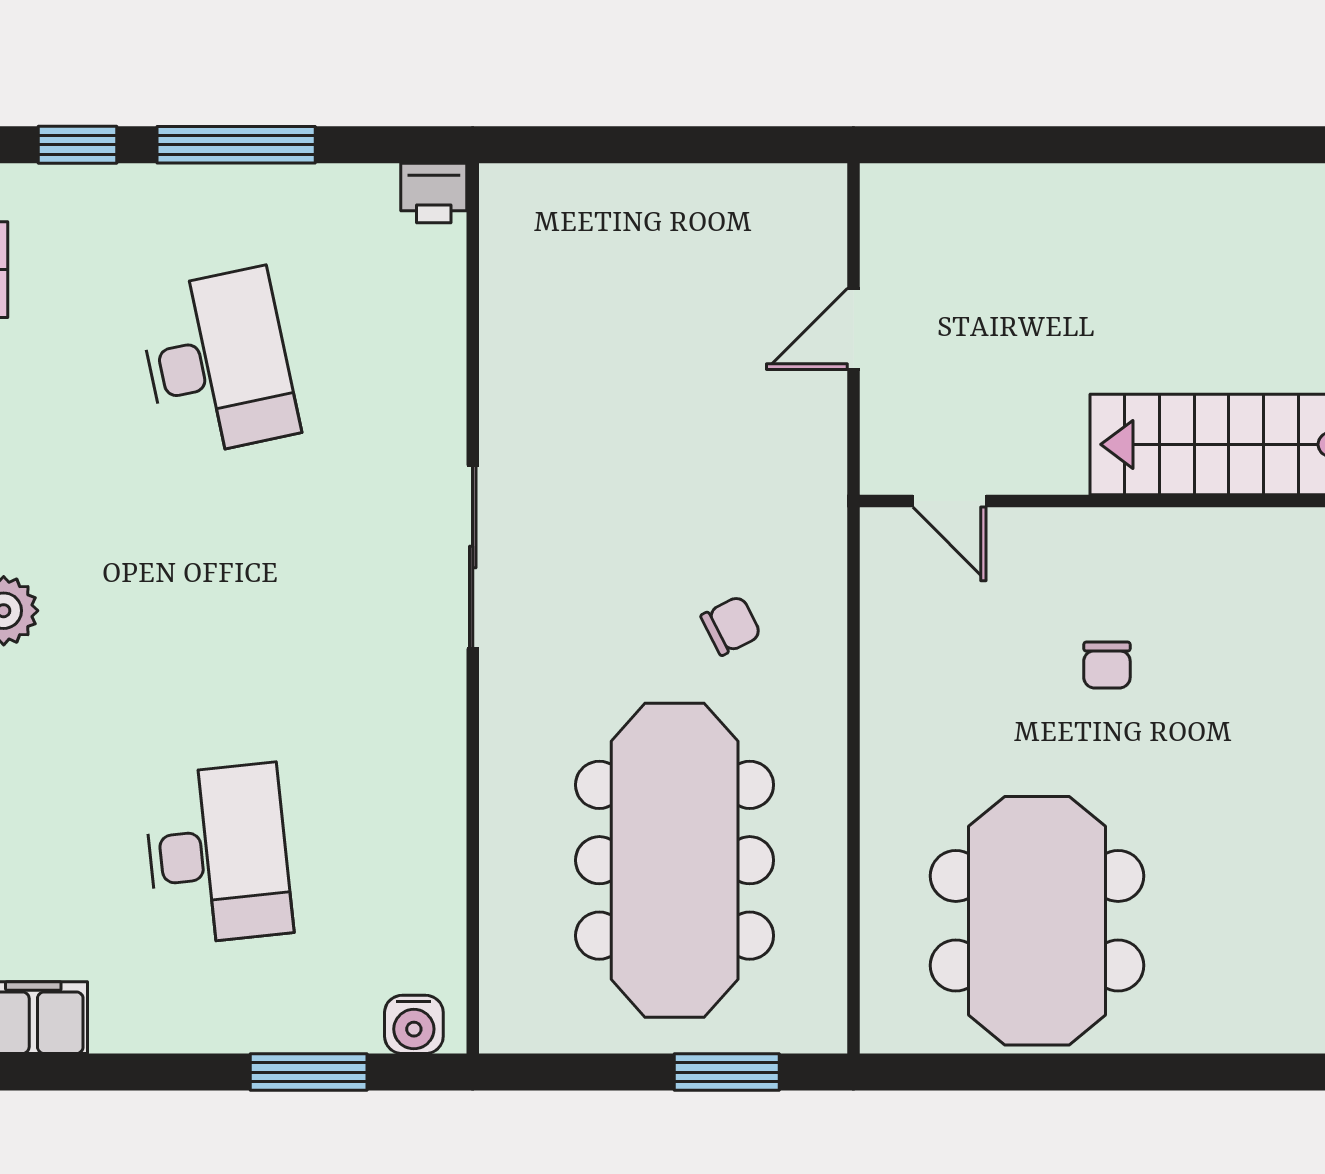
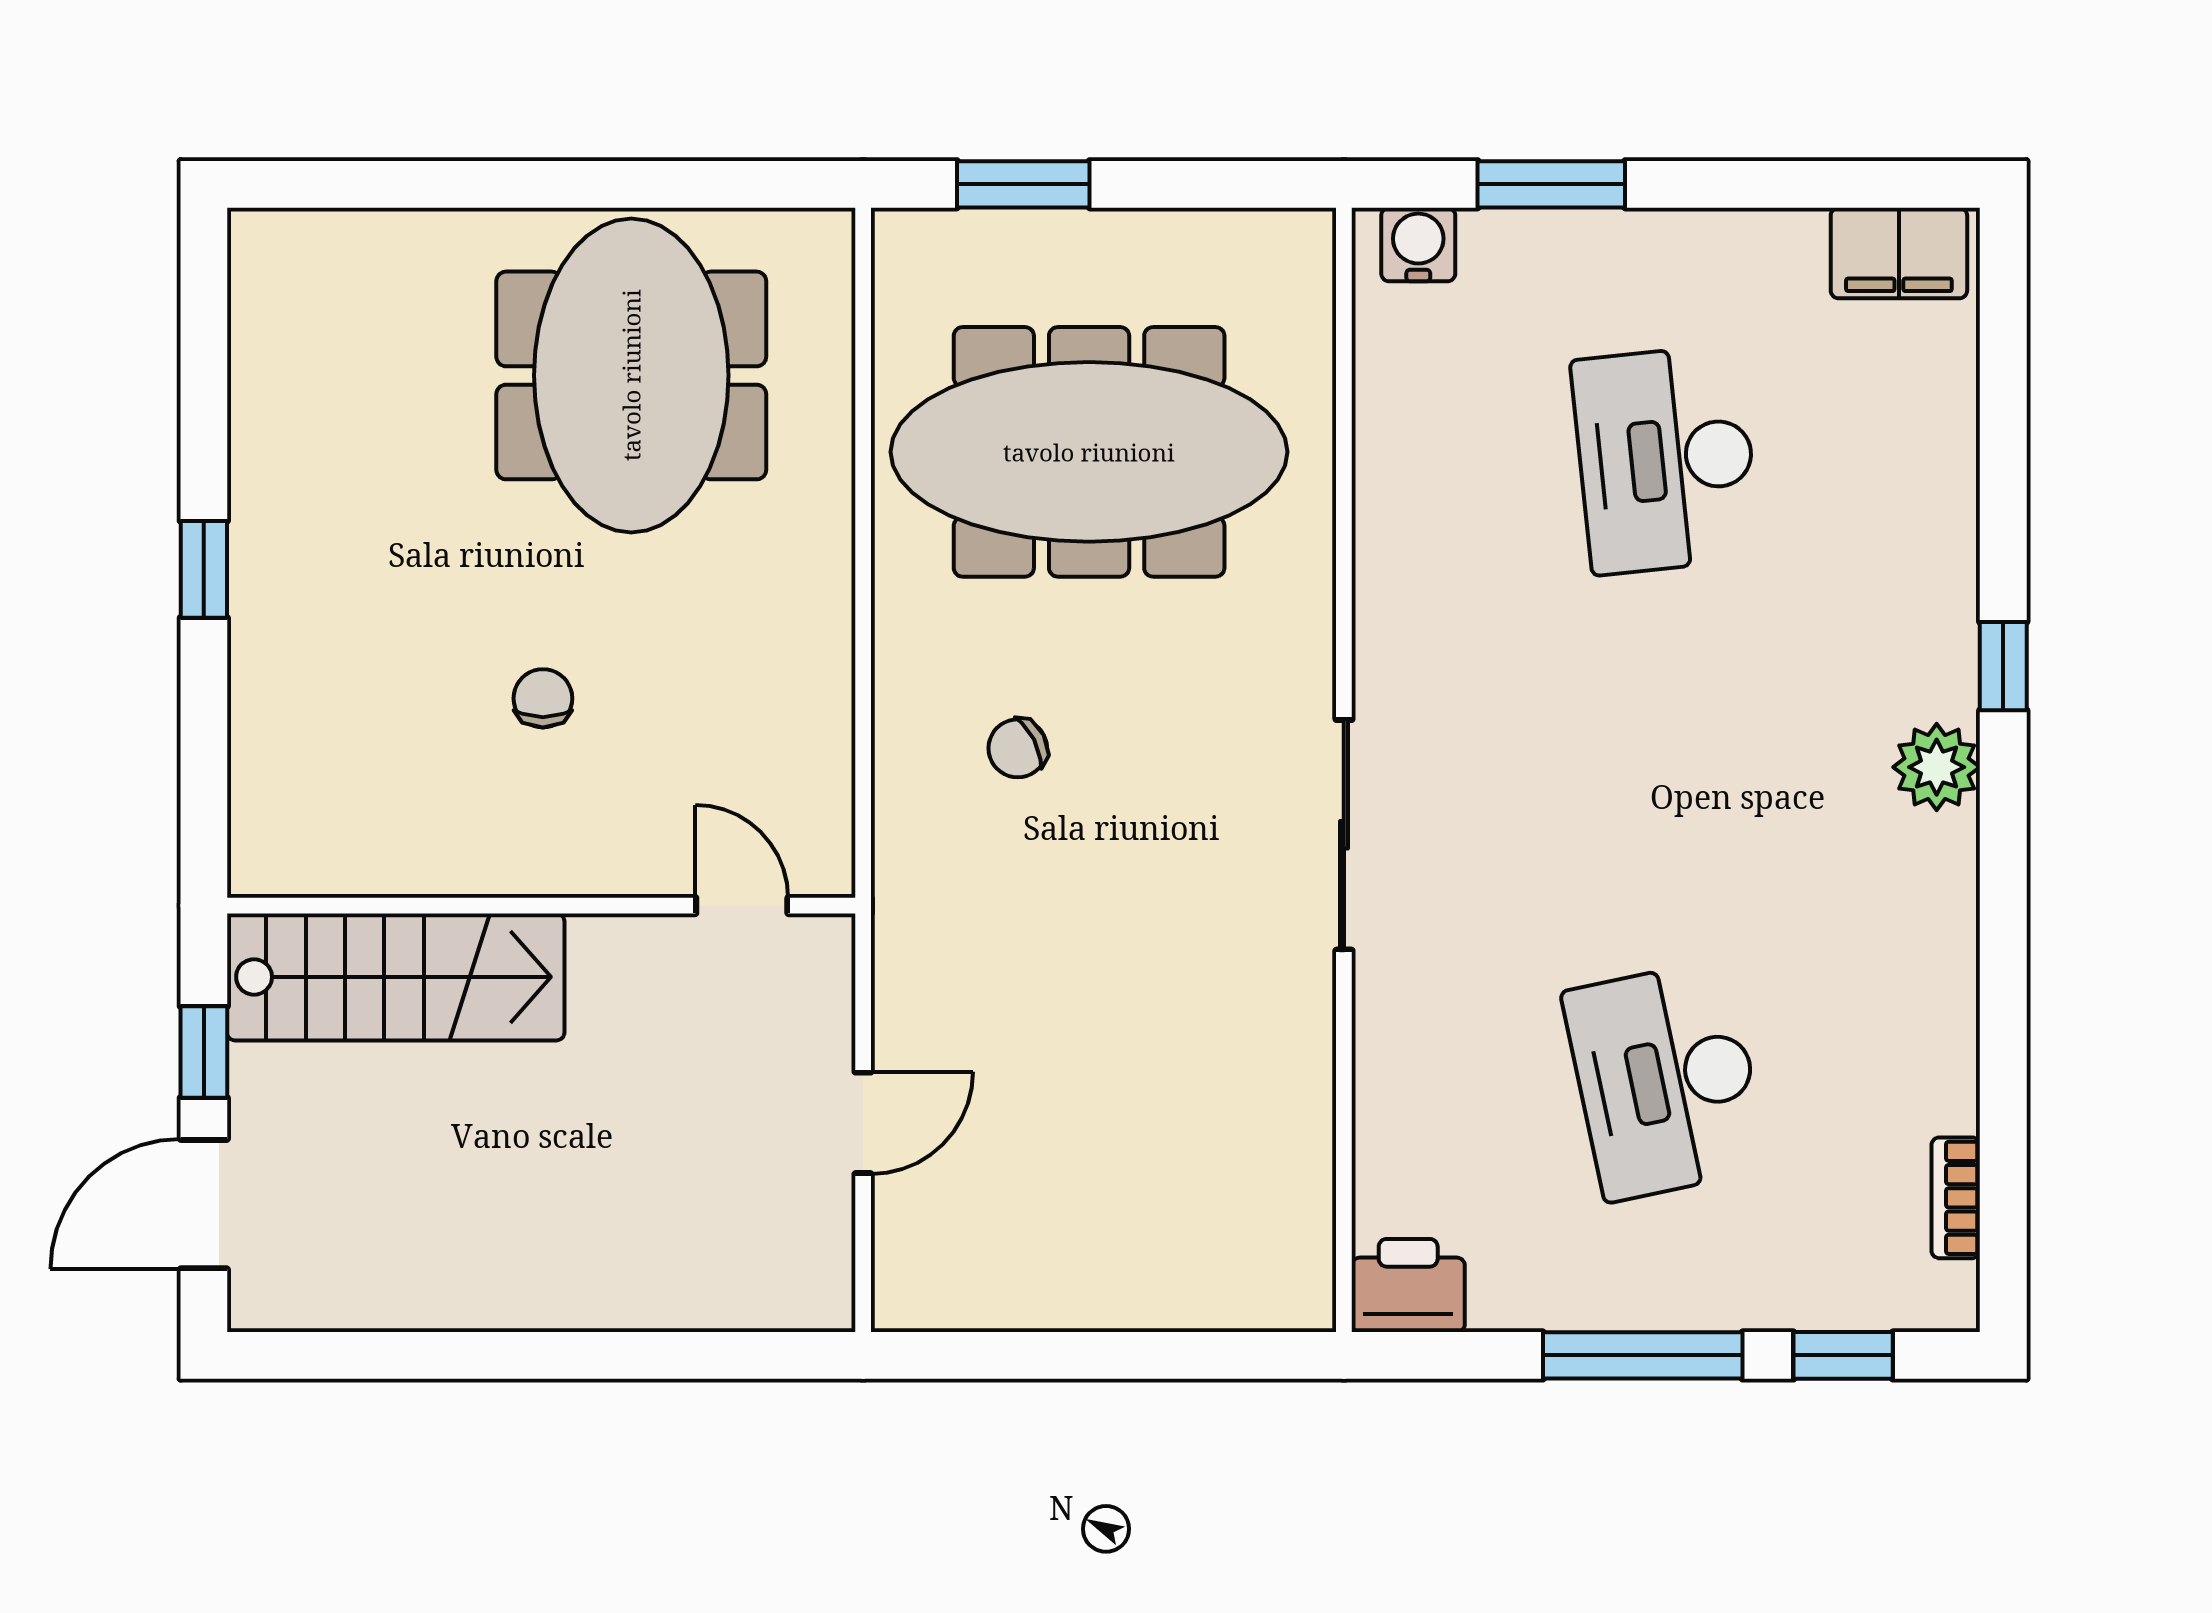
printer: (434, 193) -> (1408, 1285), width x1.36, depth x1.24
meeting table: (675, 860) -> (1089, 452), turned 90

